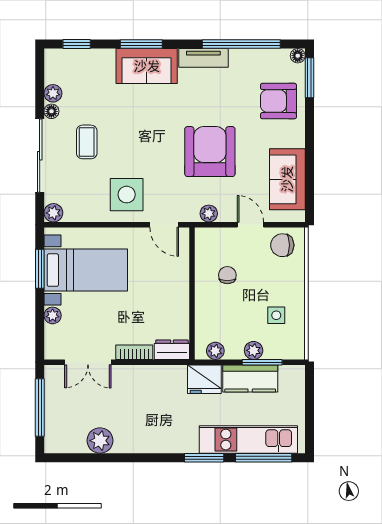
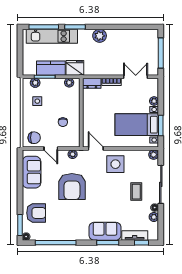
tv unit: (203, 58) -> (135, 235), moved
plant: (254, 350) -> (35, 83), moved
plant: (100, 441) -> (100, 36), moved

